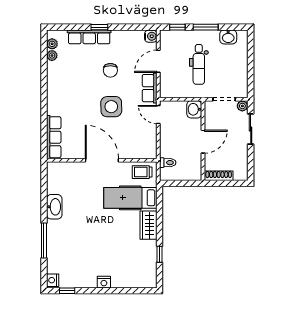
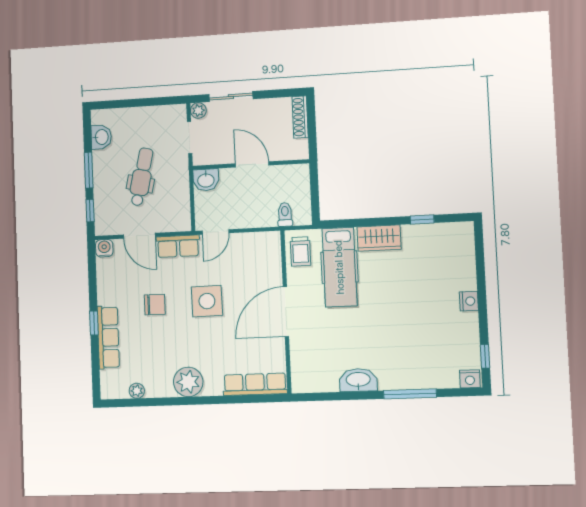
plant: (52, 44) -> (188, 382), moved, width x1.88, depth x1.88
dental chair: (199, 64) -> (142, 177), turned -77
shoe rack: (219, 176) -> (300, 117), moved

